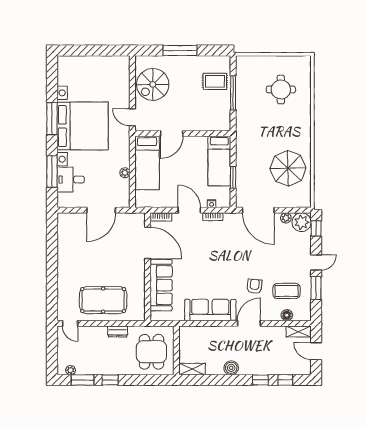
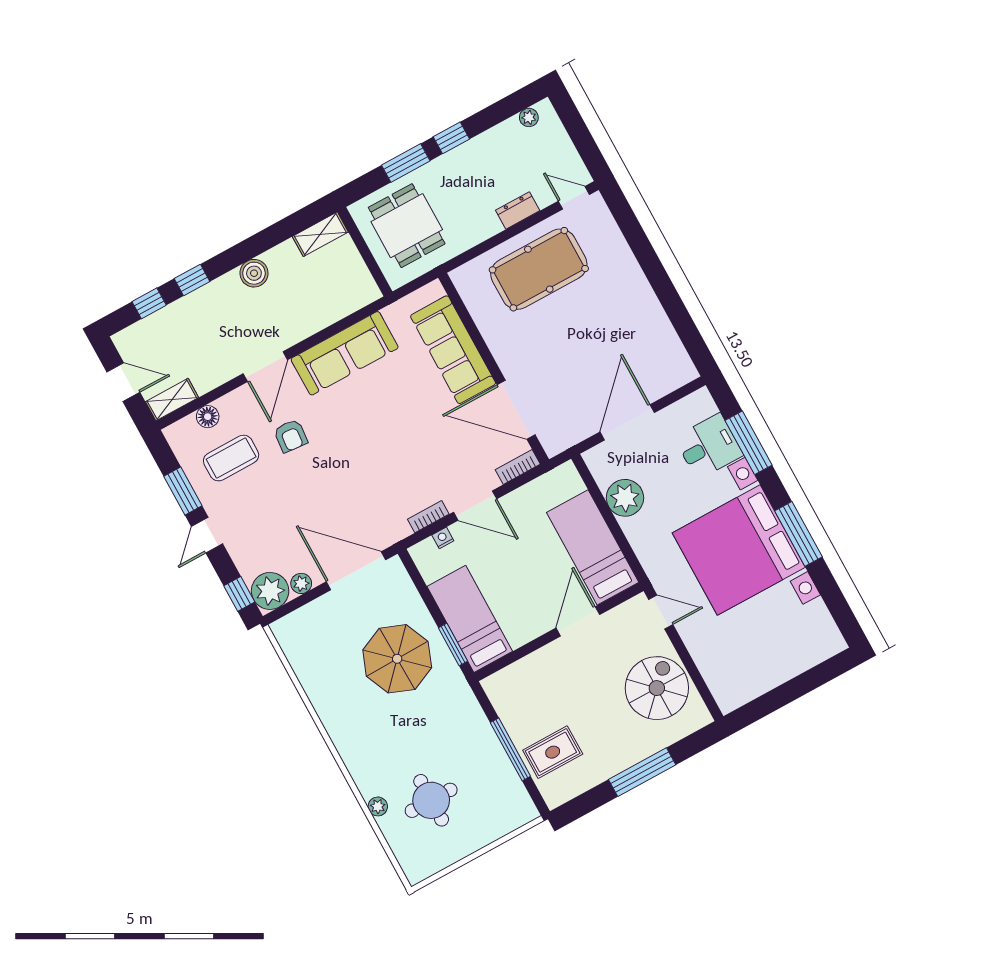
plant: (306, 100) -> (378, 806), added
parasol: (288, 168) -> (397, 659), moved
plant: (125, 173) -> (625, 498), width x1.88, depth x1.88
window: (233, 177) -> (453, 645), moved
dresser: (118, 331) -> (518, 210), moved
window: (83, 380) -> (406, 163), moved

